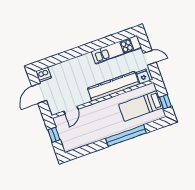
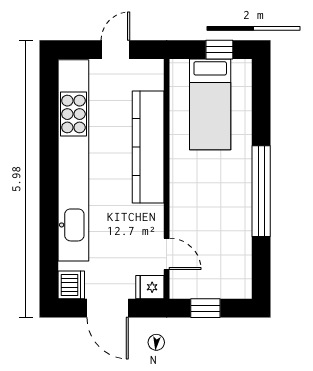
kitchen unit: (116, 50) -> (73, 160), width x1.86
fridge: (143, 77) -> (150, 287), moved
window: (126, 136) -> (261, 191), moved

